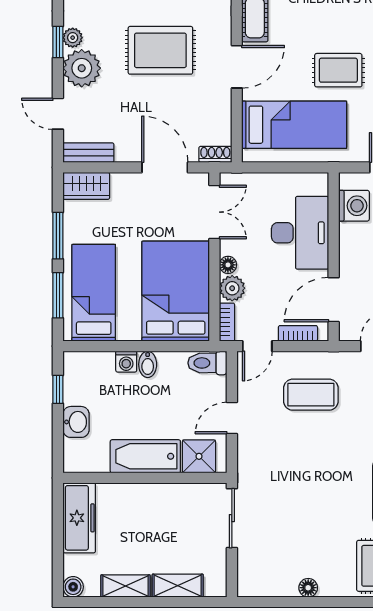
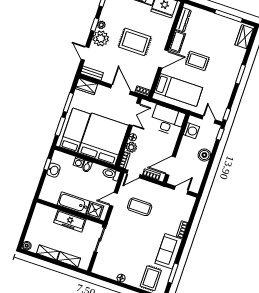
rug: (338, 70) -> (197, 61), moved
desk: (300, 233) -> (167, 120), moved, turned -90
bed: (176, 291) -> (103, 139), width x1.36
coffee table: (311, 395) -> (140, 207), moved
washbasin: (76, 422) -> (54, 170), moved
freezer: (79, 518) -> (70, 221), moved, turned 90

